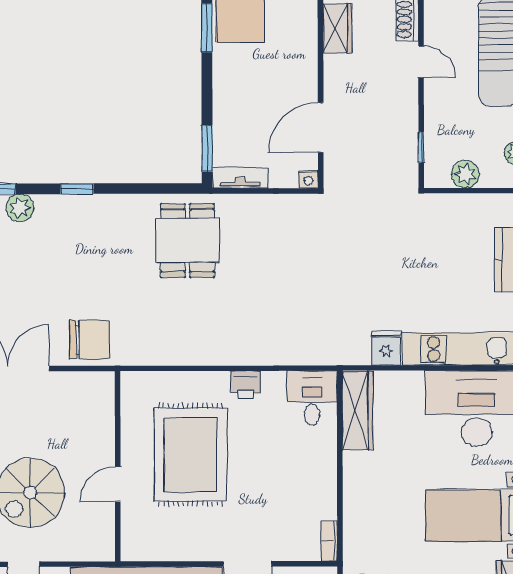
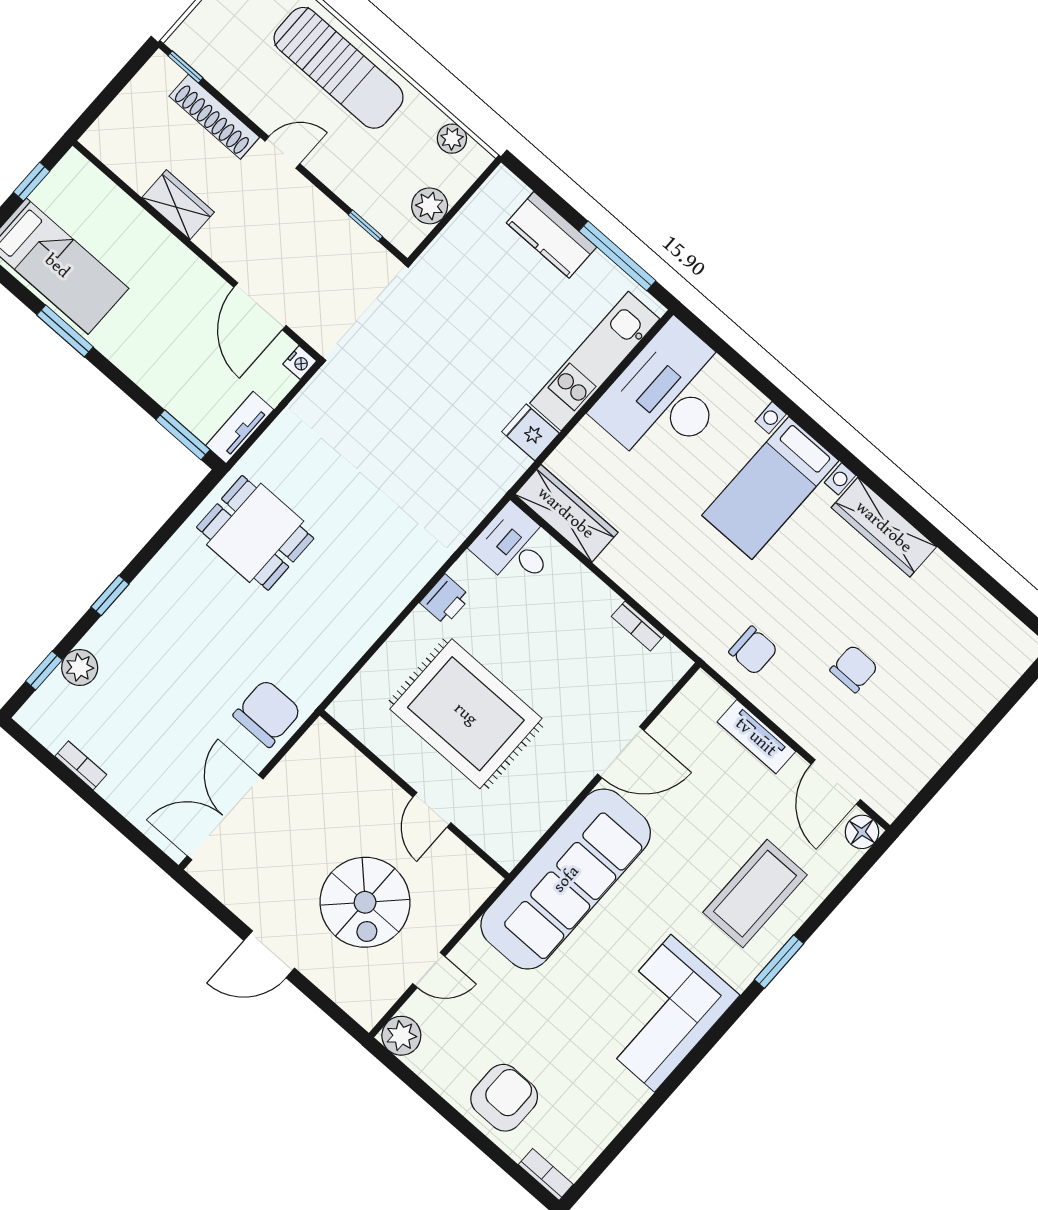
bookcase: (329, 541) -> (638, 626), moved

